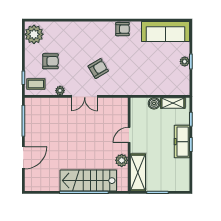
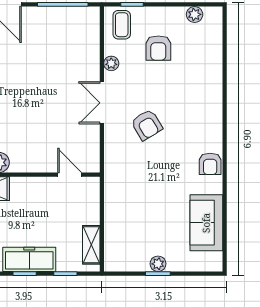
sofa: (165, 31) -> (206, 223), width x0.73
plant: (34, 34) -> (195, 14), width x0.53, depth x0.53
boiler: (154, 103) -> (91, 215), removed
door: (129, 135) -> (70, 175), moved

